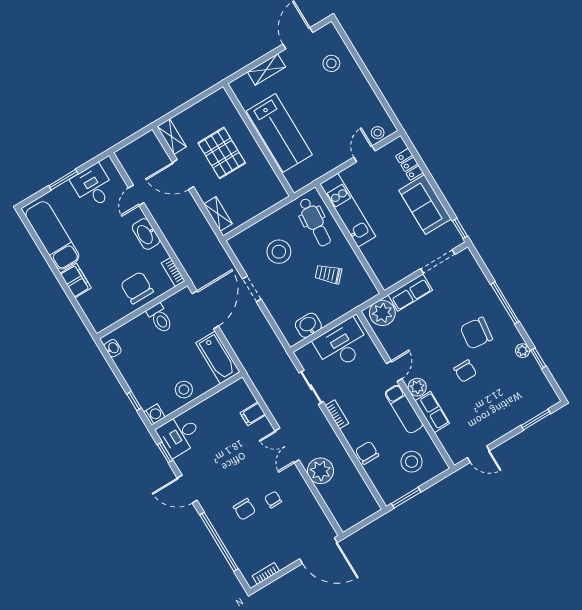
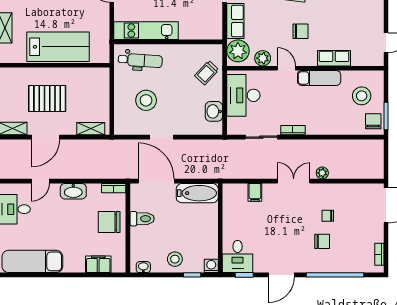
door: (136, 195) -> (40, 181), hinge flipped
trolley: (328, 274) -> (207, 73), moved
filing cabinet: (76, 281) -> (98, 264), moved
chair: (465, 371) -> (300, 31), moved
plant: (417, 387) -> (263, 58), moved
stool: (184, 390) -> (175, 259), moved
double door: (287, 445) -> (294, 181), swing flipped
chair: (367, 453) -> (373, 121), moved, turned 90
plant: (320, 471) -> (322, 173), width x0.53, depth x0.53

